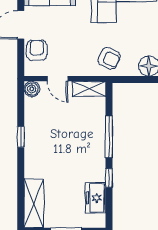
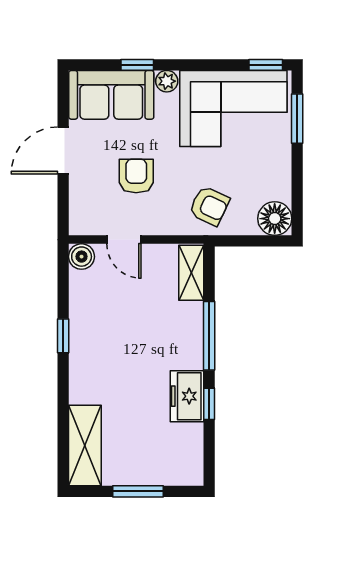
armchair: (37, 50) -> (136, 176), moved
shelving: (89, 89) -> (191, 273), moved, turned 90
freezer: (96, 198) -> (187, 396), moved

